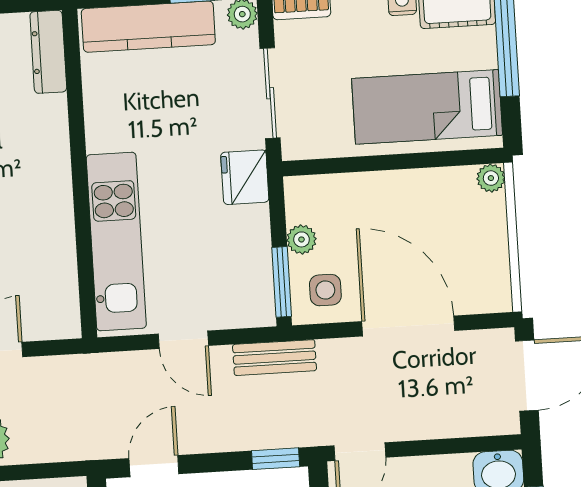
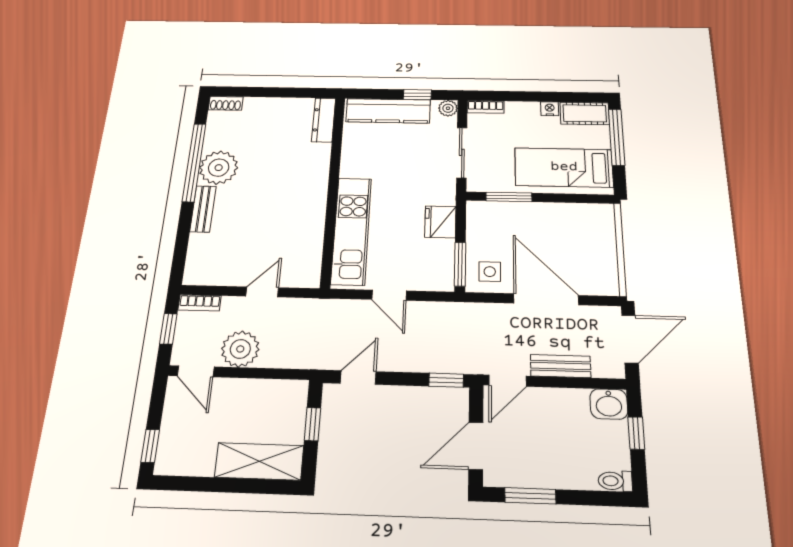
window: (347, 165) -> (509, 197), added
fridge: (245, 177) -> (440, 222), moved
plant: (491, 178) -> (605, 212), removed
plant: (301, 239) -> (476, 239), removed
bench: (275, 358) -> (561, 366), moved

